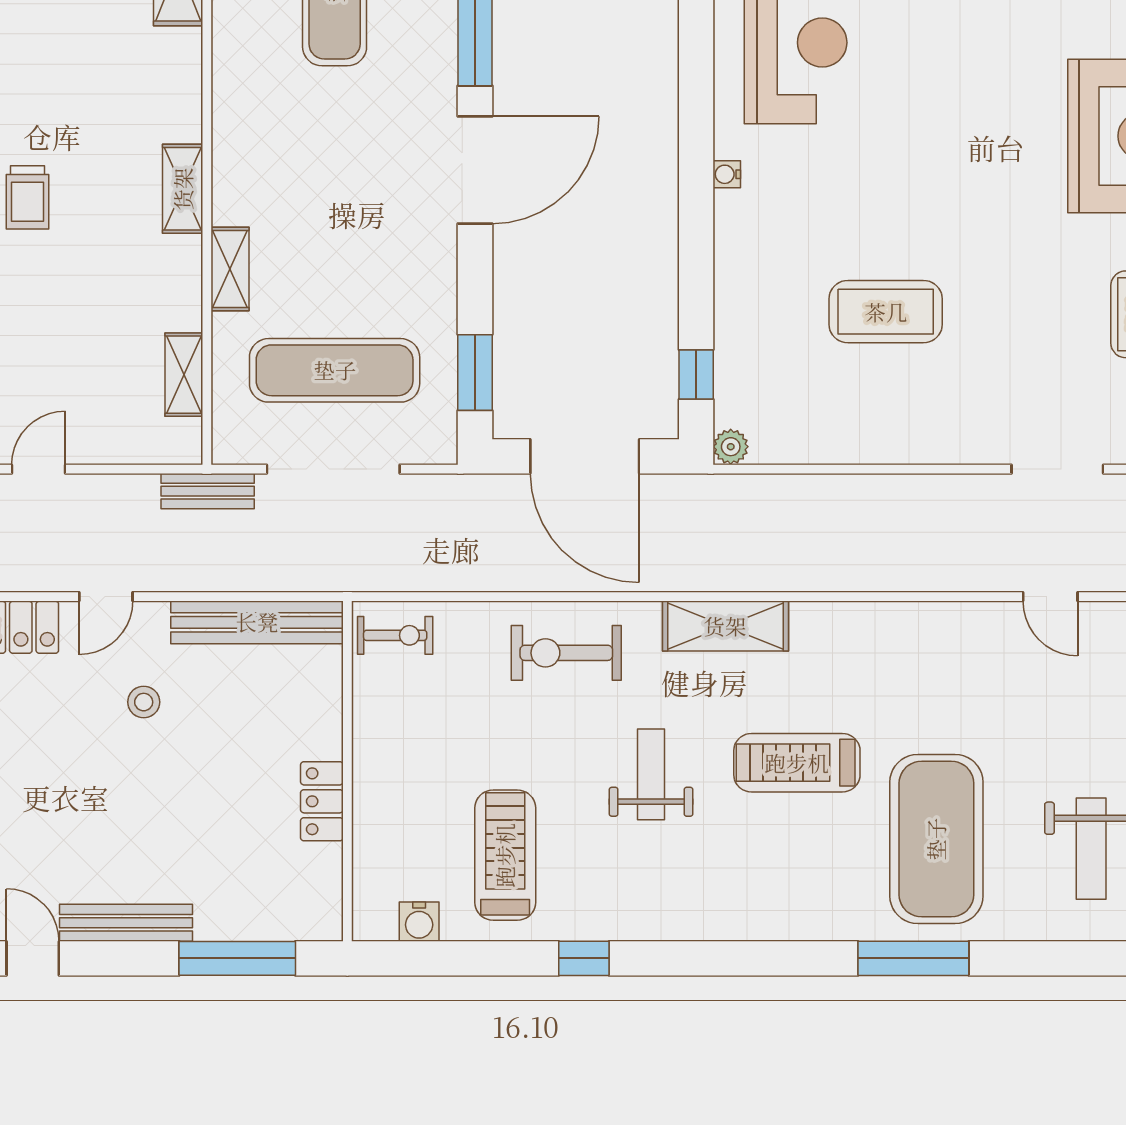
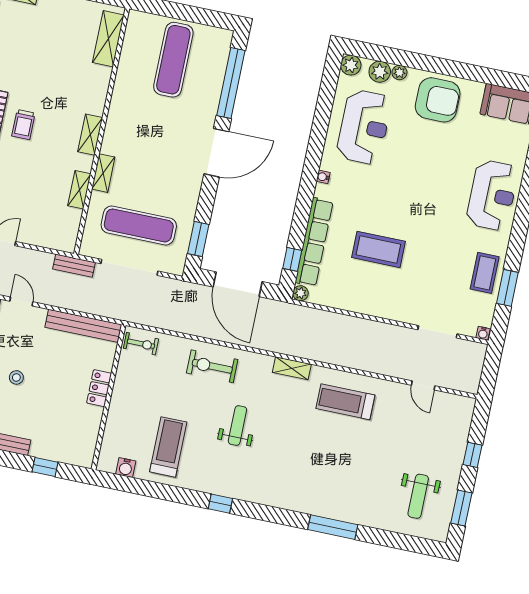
row of seats: (737, 325) -> (314, 242), added
shelving: (184, 375) -> (79, 190), moved
door: (106, 597) -> (21, 301), swing flipped
shelving: (725, 626) -> (292, 368), width x0.67, depth x0.75
stool: (144, 702) -> (16, 377), moved
treadmill: (797, 763) -> (345, 402), moved
locker: (322, 801) -> (99, 388), moved
exercise mat: (936, 839) -> (353, 478), removed
window: (237, 958) -> (45, 467), width x0.46
window: (584, 958) -> (220, 504), moved

